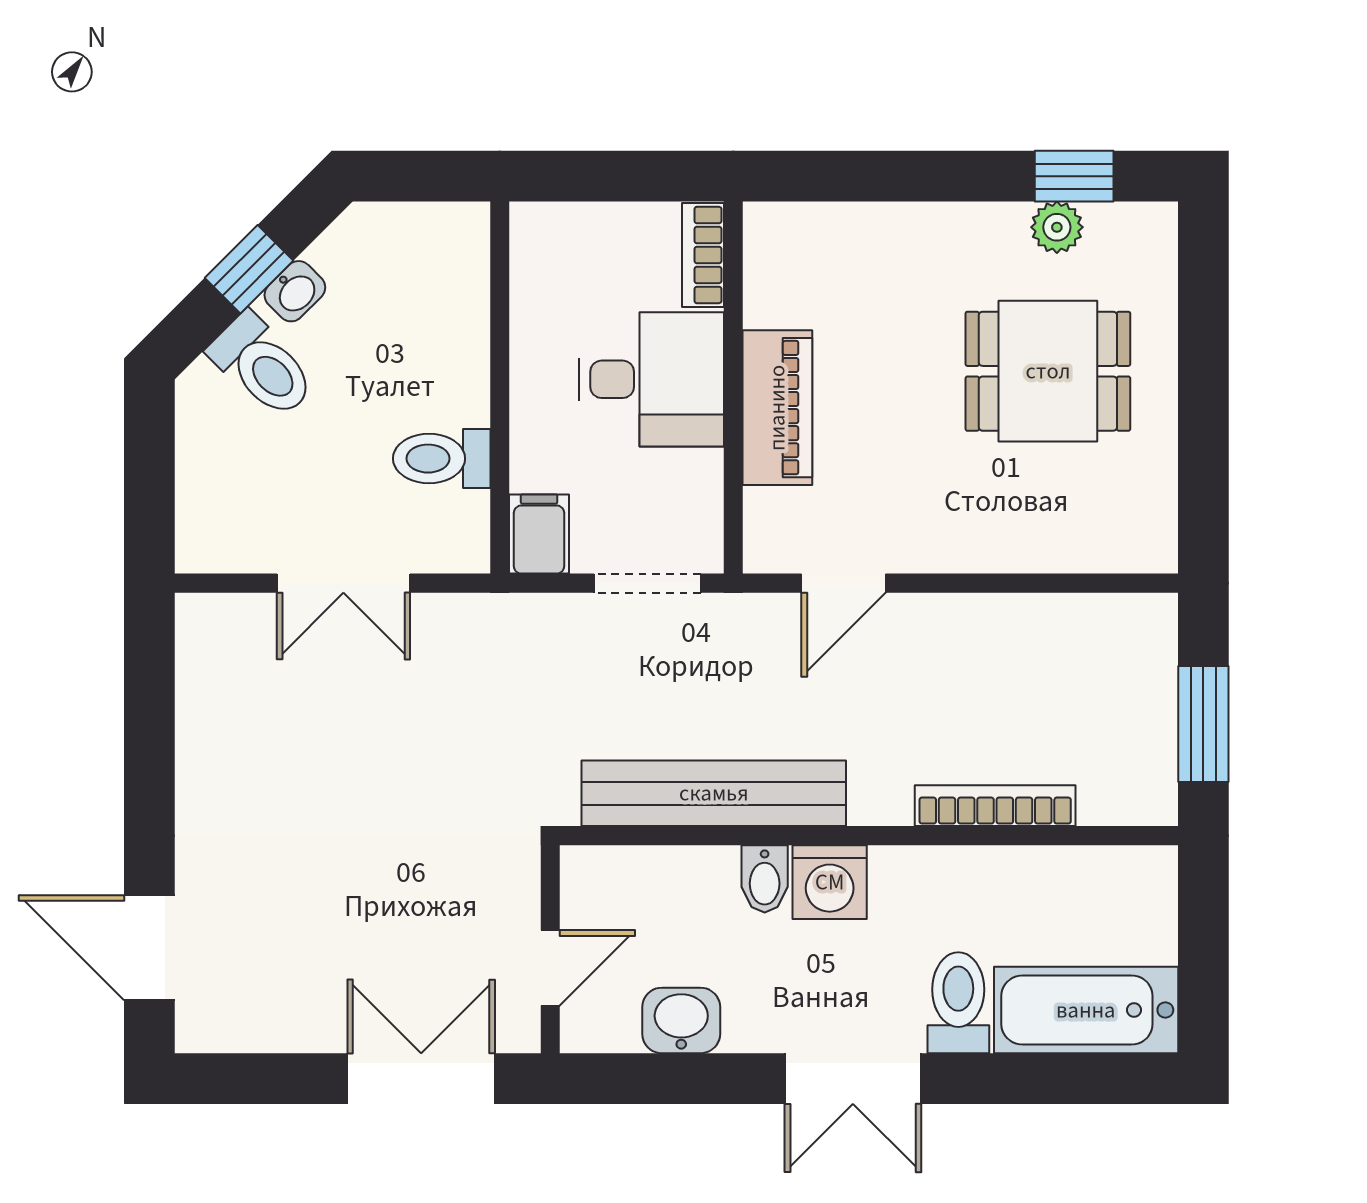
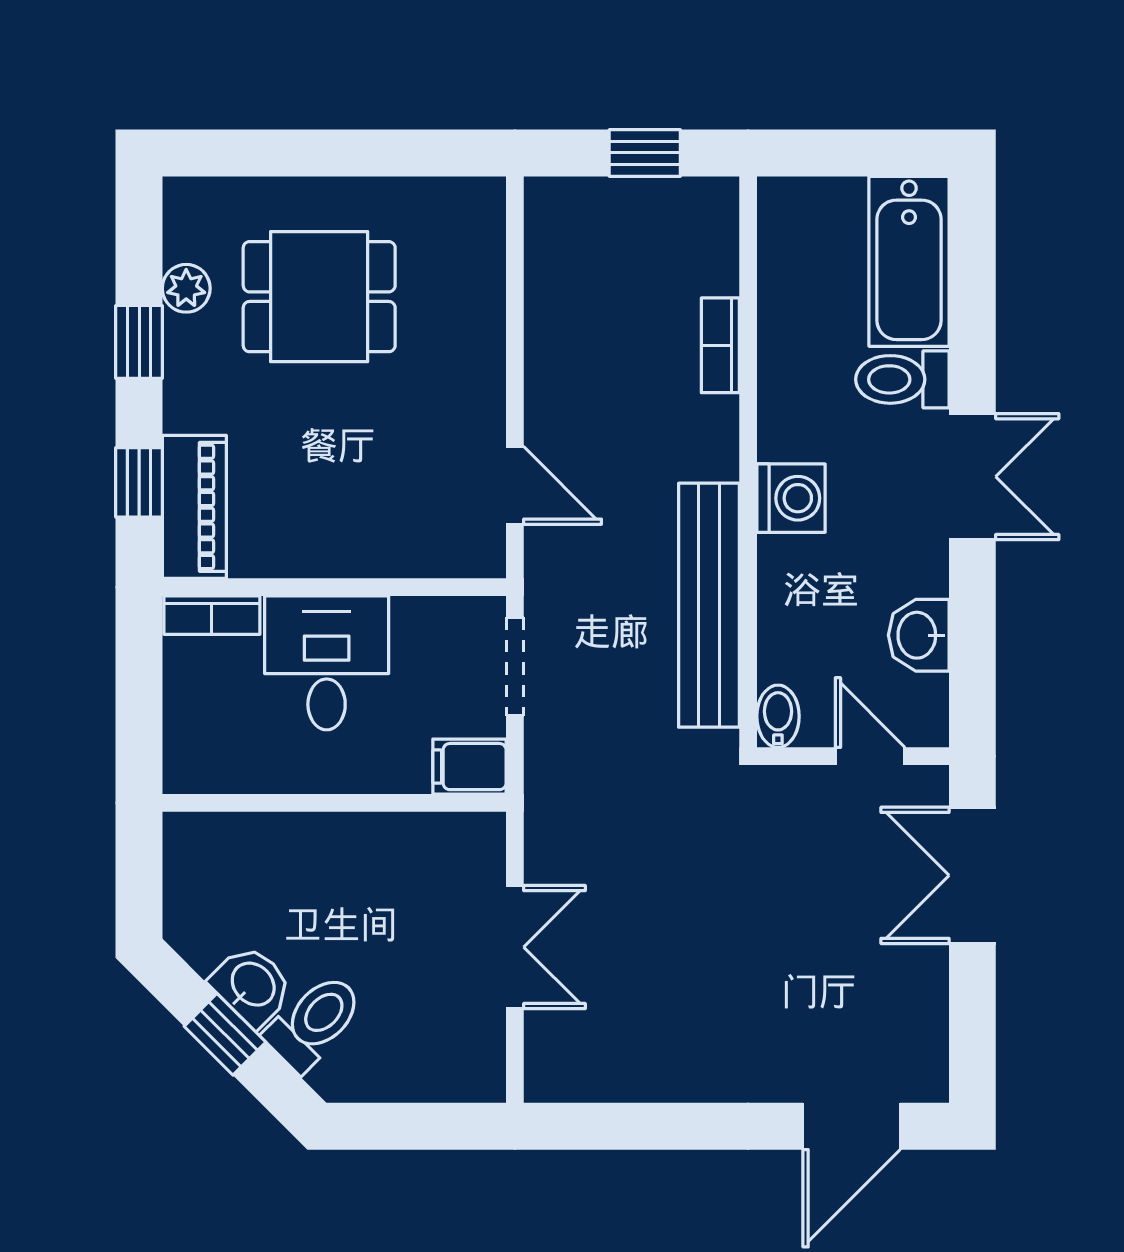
window: (847, 176) -> (139, 482), added
window: (1074, 176) -> (139, 342), moved
washbasin: (295, 291) -> (252, 985), width x1.38, depth x1.45
dining table: (1048, 371) -> (319, 297), turned 90
piano: (777, 408) -> (194, 507), moved, turned 90
toilet: (442, 459) -> (400, 856), removed
window: (1203, 724) -> (645, 153), width x0.67
bookcase: (995, 806) -> (720, 345), width x0.64
bidet: (765, 879) -> (778, 716), moved, turned -90

